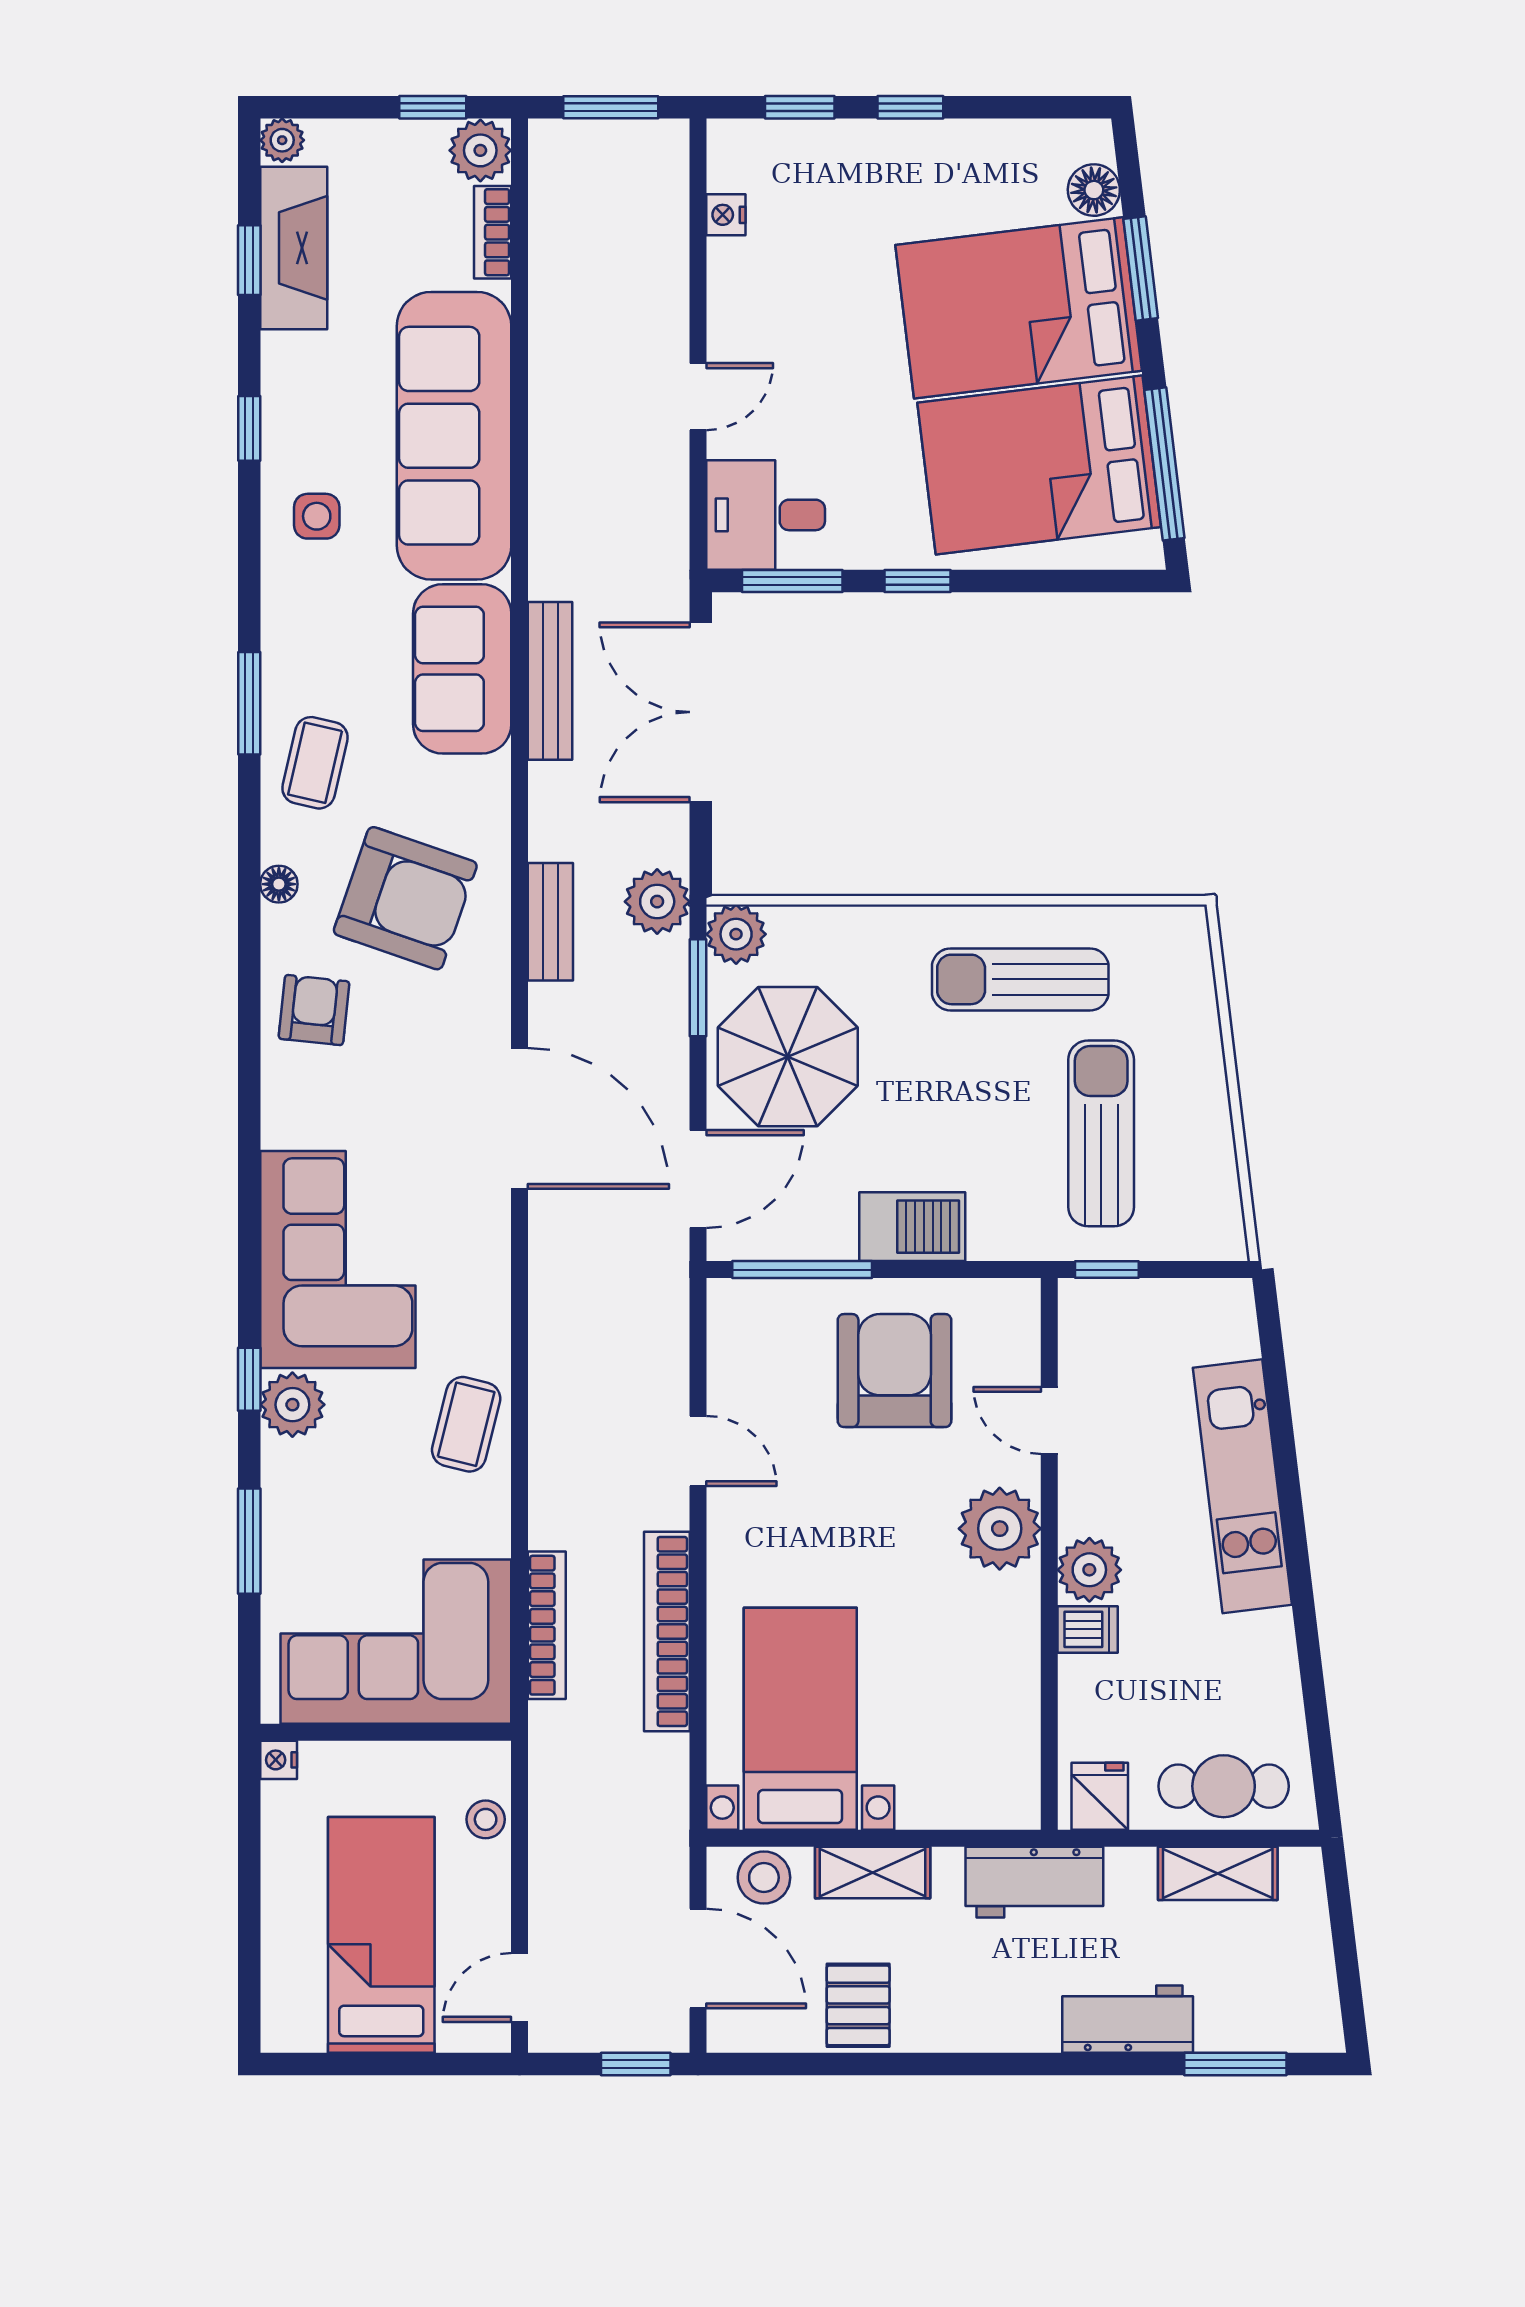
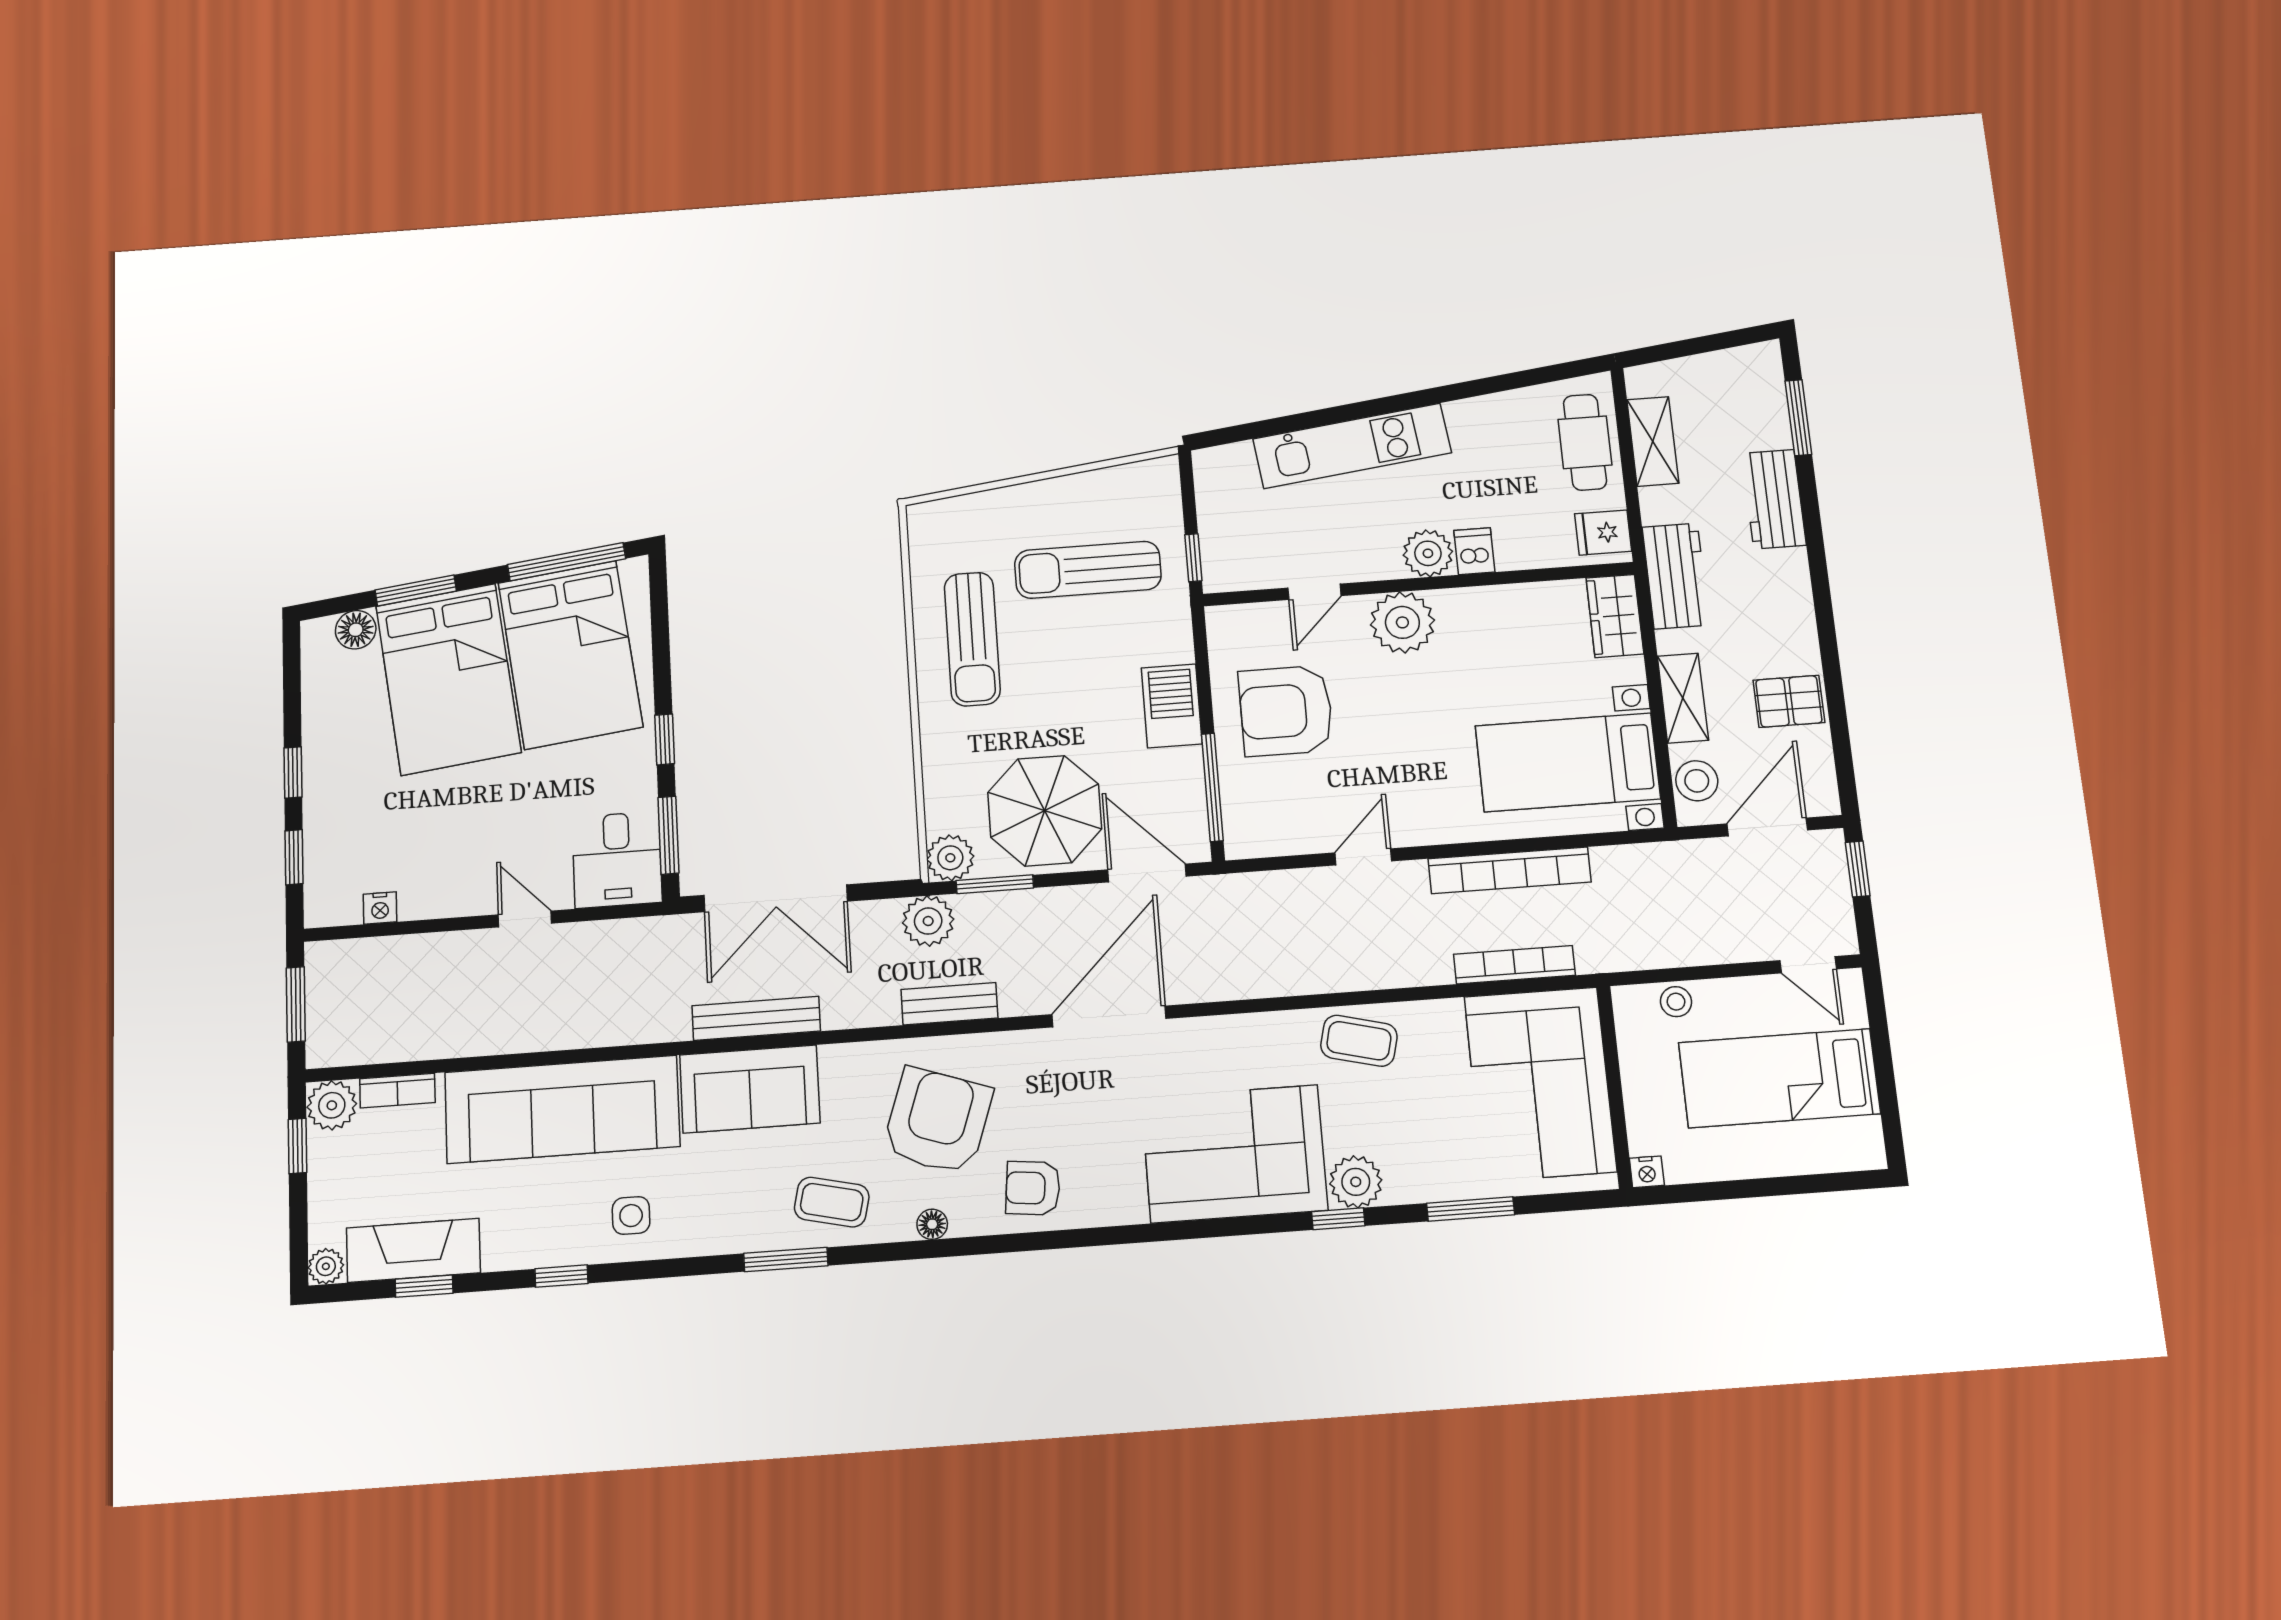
wardrobe: (987, 1799) -> (1615, 616), added

